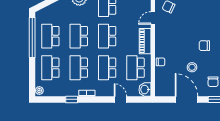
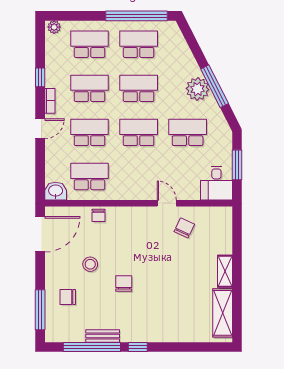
piano: (145, 41) -> (131, 191), removed
door: (121, 99) -> (40, 129), moved
door: (187, 99) -> (40, 234), moved

